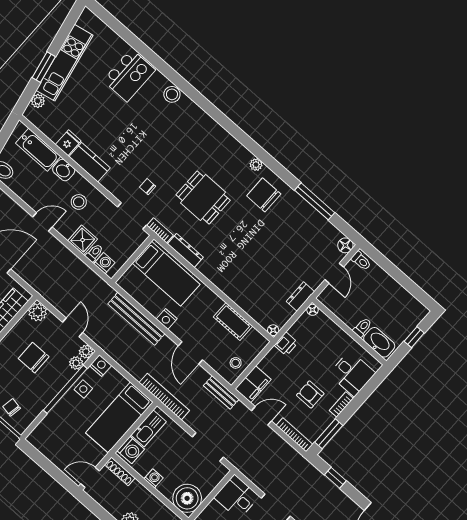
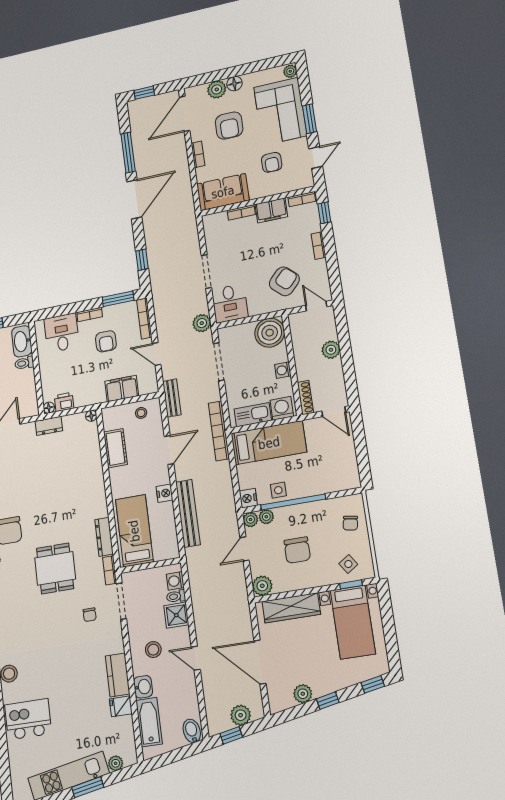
printer: (286, 344) -> (64, 402), moved
filing cabinet: (253, 384) -> (122, 389), moved
plant: (246, 466) -> (202, 323), added

